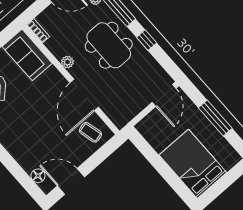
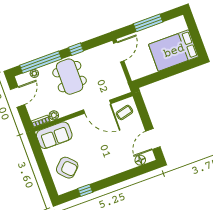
dining table: (109, 45) -> (70, 77), turned 90
plant: (67, 62) -> (54, 115), moved
door: (164, 95) -> (119, 52), hinge flipped

